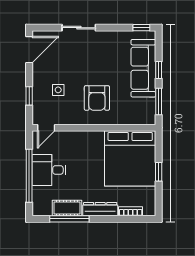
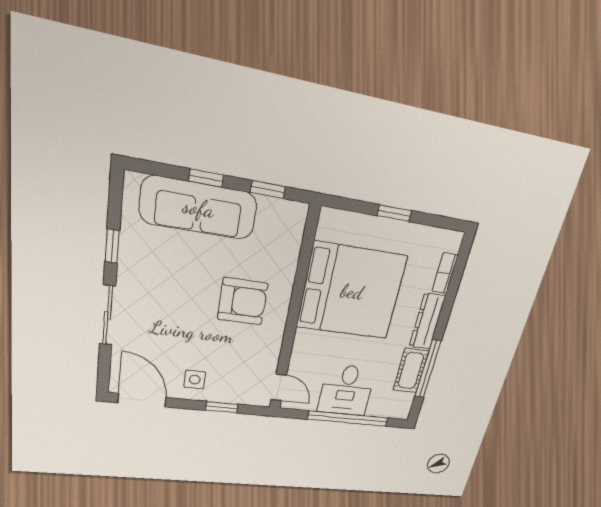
window: (141, 28) -> (112, 246), moved
side table: (58, 90) -> (195, 380), moved
window: (159, 102) -> (268, 190), width x0.67
bed: (130, 158) -> (352, 292), moved

